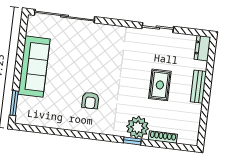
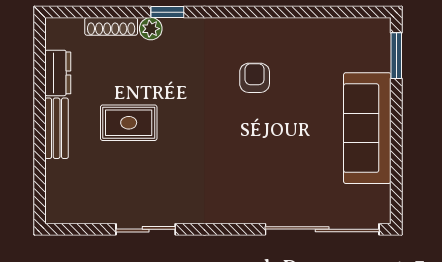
dresser: (202, 48) -> (58, 73), moved
rug: (160, 85) -> (129, 123), turned 90
plant: (138, 127) -> (151, 29), width x0.53, depth x0.53

